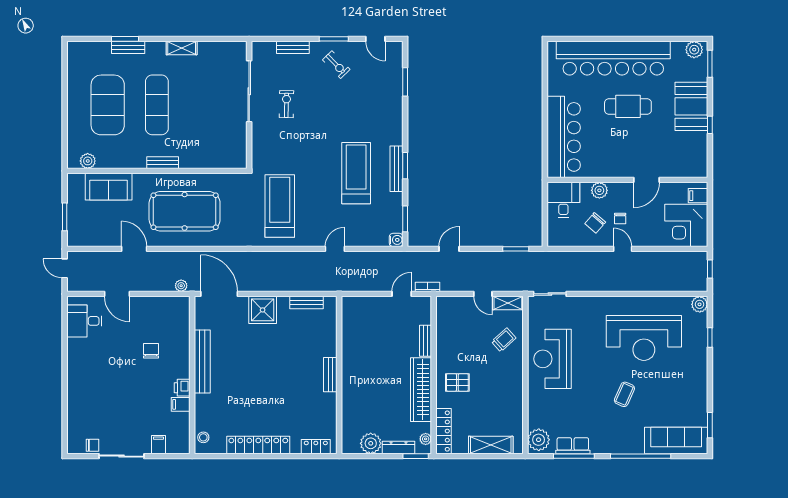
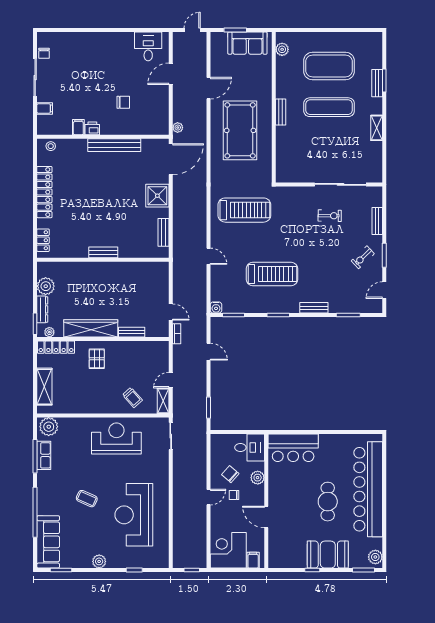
bar counter: (564, 137) -> (293, 448), width x0.73
bench: (397, 169) -> (314, 308), moved, width x0.73
sofa: (109, 187) -> (247, 43), moved, turned -90
plant: (700, 304) -> (99, 561), moved

